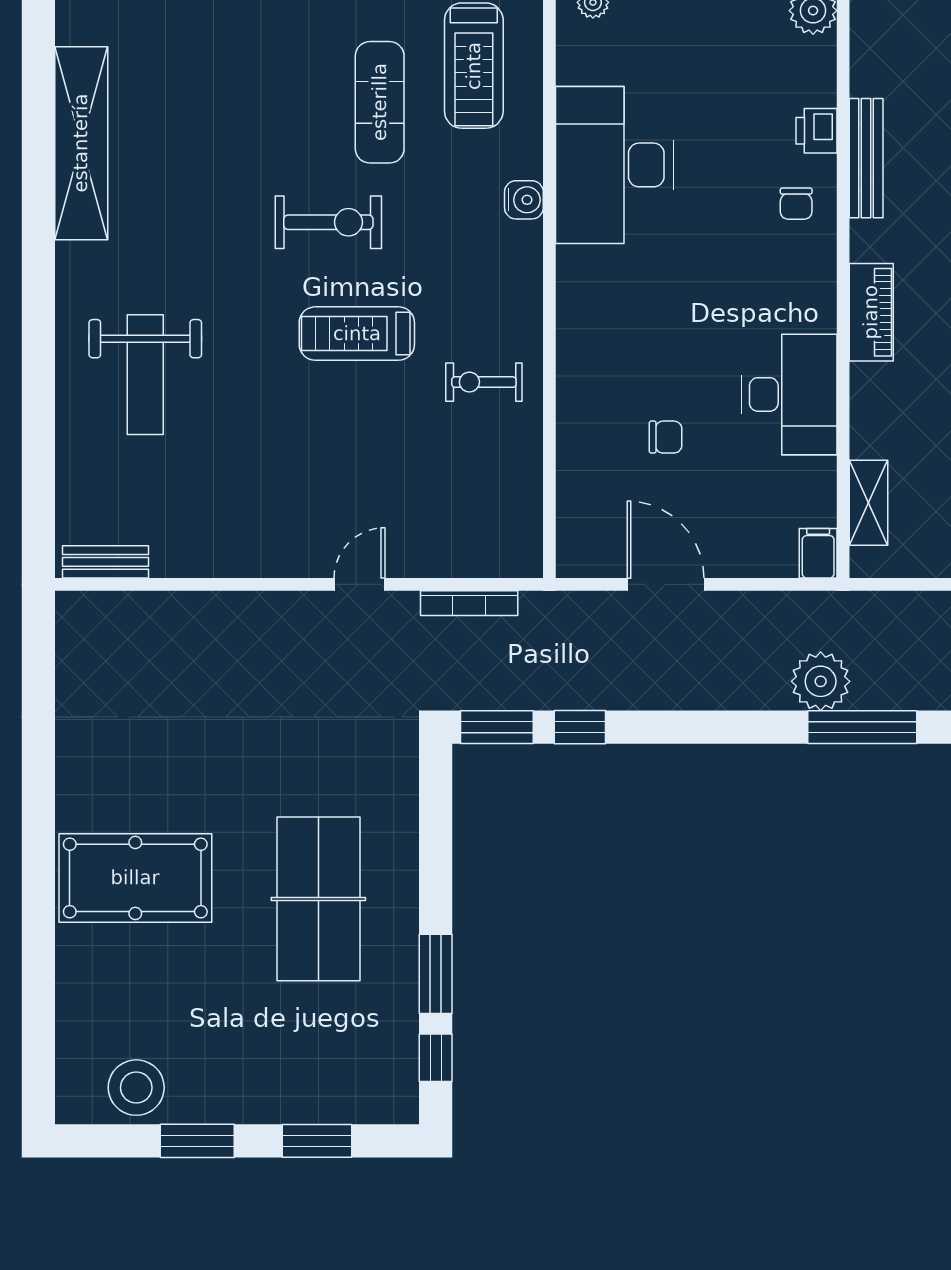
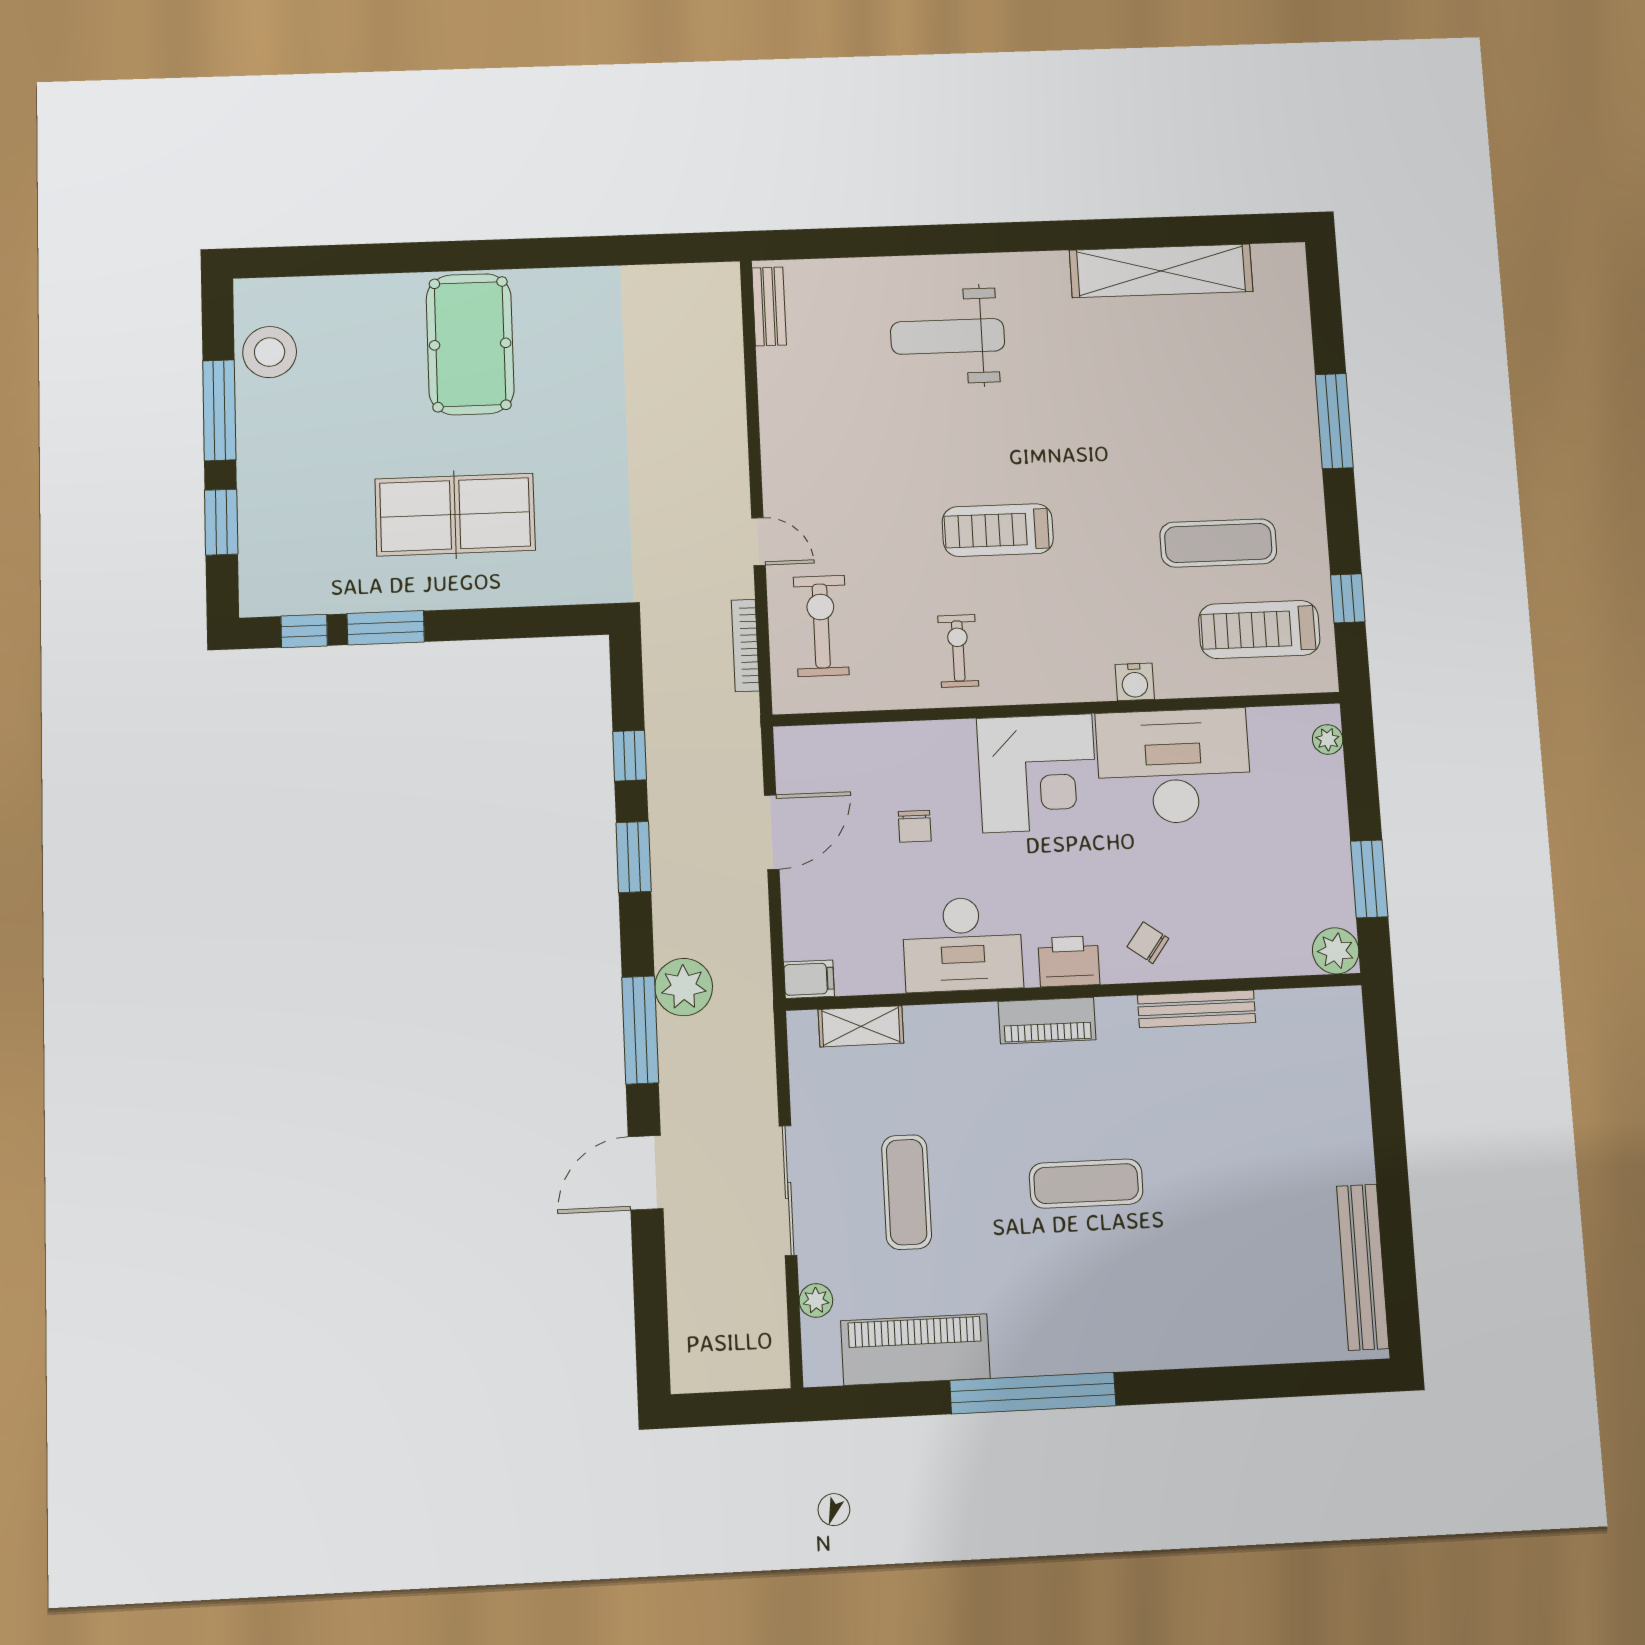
printer: (817, 131) -> (1069, 961), moved, width x1.36, depth x1.24
chair: (796, 204) -> (1148, 943), turned 36
exercise bike: (328, 222) -> (821, 626), moved, turned 180
corner desk: (616, 307) -> (1038, 773), added
treadmill: (357, 334) -> (998, 530), turned -90
window: (497, 727) -> (634, 857), moved
window: (197, 1141) -> (219, 410), width x1.44

